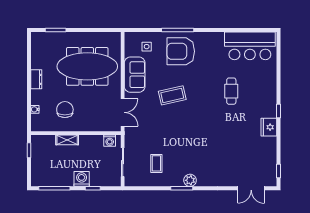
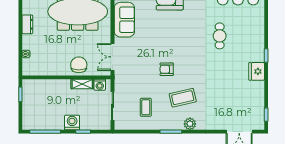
coffee table: (172, 95) -> (183, 98), moved
chair: (65, 110) -> (79, 65), moved
double door: (123, 112) -> (112, 57), swing flipped
armchair: (178, 125) -> (167, 69), added
shelving: (67, 140) -> (82, 84), moved
plant: (190, 180) -> (190, 124), moved

